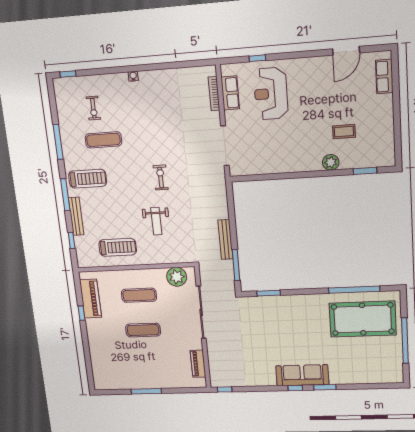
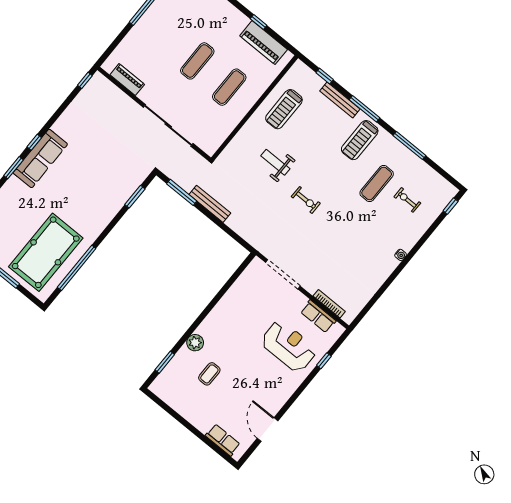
plant: (177, 277) -> (216, 134), removed

